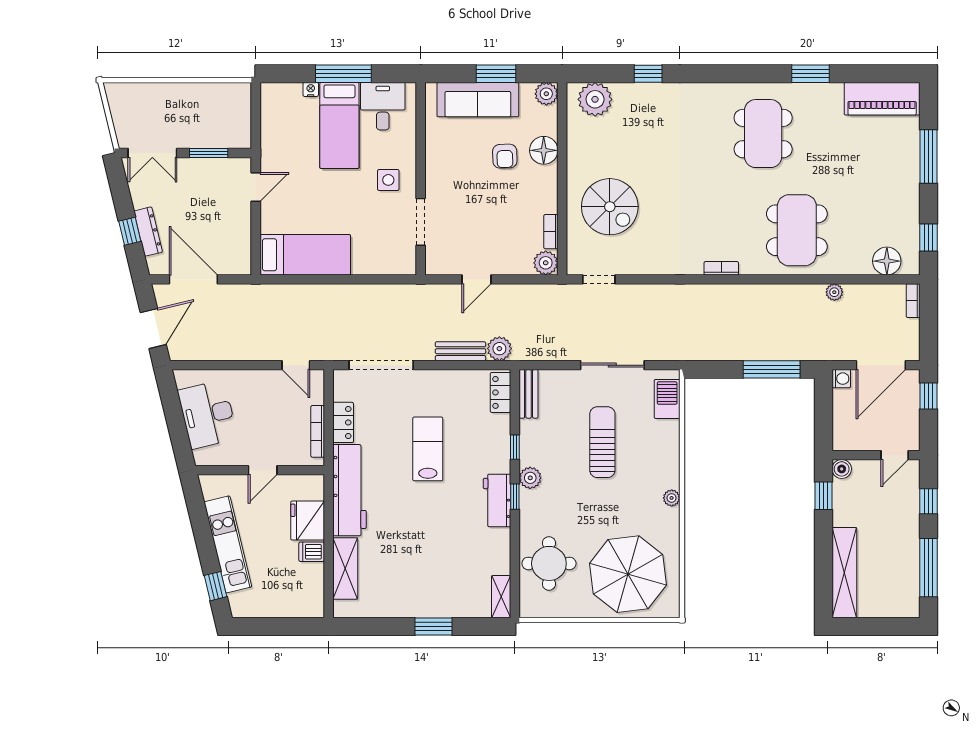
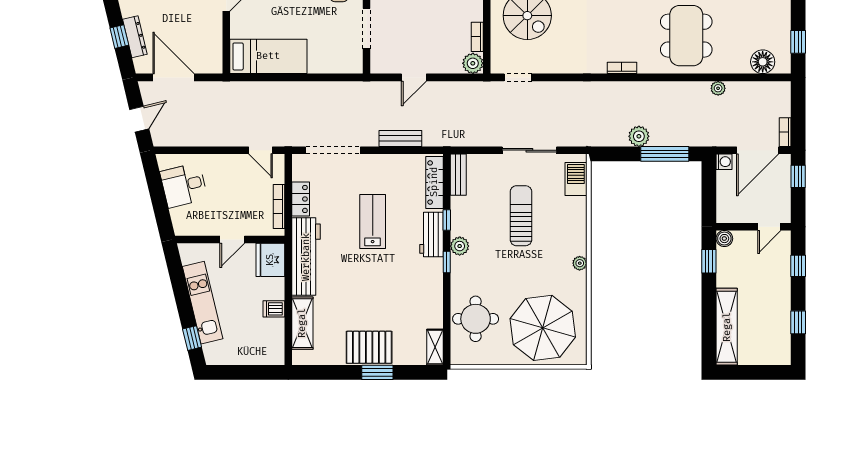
bookcase: (913, 301) -> (785, 132), moved
door: (153, 328) -> (139, 119), width x0.73
plant: (499, 349) -> (639, 136), moved
locker: (501, 392) -> (434, 182), width x1.53
desk: (208, 414) -> (184, 185), width x0.73
workbench: (497, 500) -> (431, 234), moved
fridge: (308, 521) -> (270, 260), moved
window: (928, 568) -> (798, 322), width x0.46
pallet: (424, 597) -> (369, 347), added

